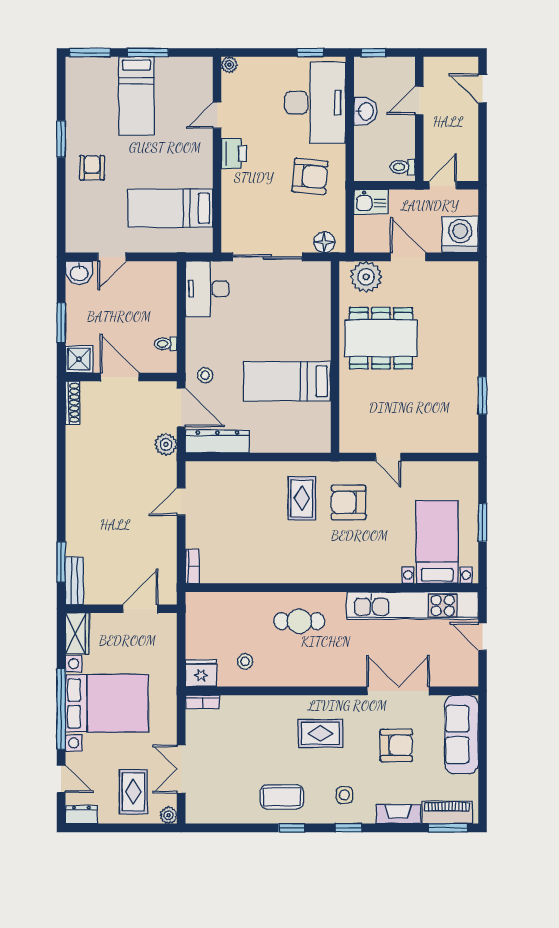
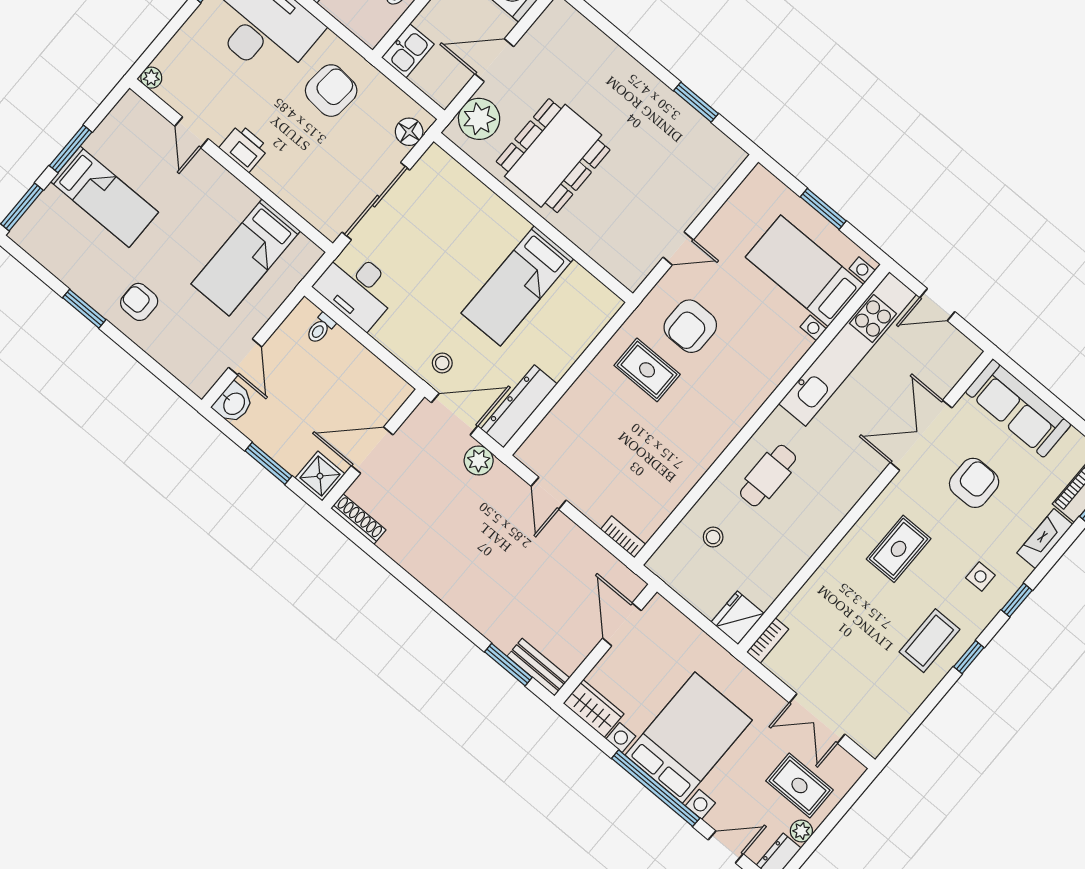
toilet: (166, 344) -> (320, 328), moved
stool: (245, 661) -> (713, 537), moved
plant: (169, 815) -> (801, 831), moved

